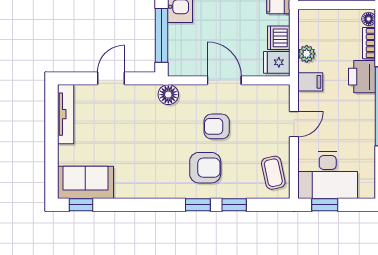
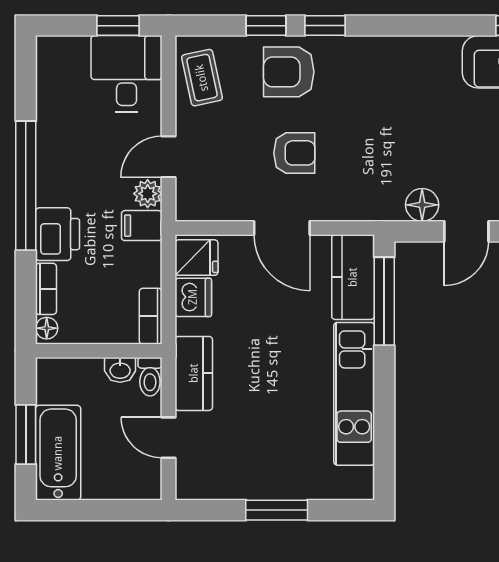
bookcase: (305, 26) -> (151, 316), added
kitchen counter: (181, 50) -> (353, 277), added
plant: (307, 54) -> (148, 194), moved
floor lamp: (168, 95) -> (422, 205), moved
armchair: (205, 168) -> (289, 72), moved
desk: (328, 175) -> (127, 74), width x0.73

